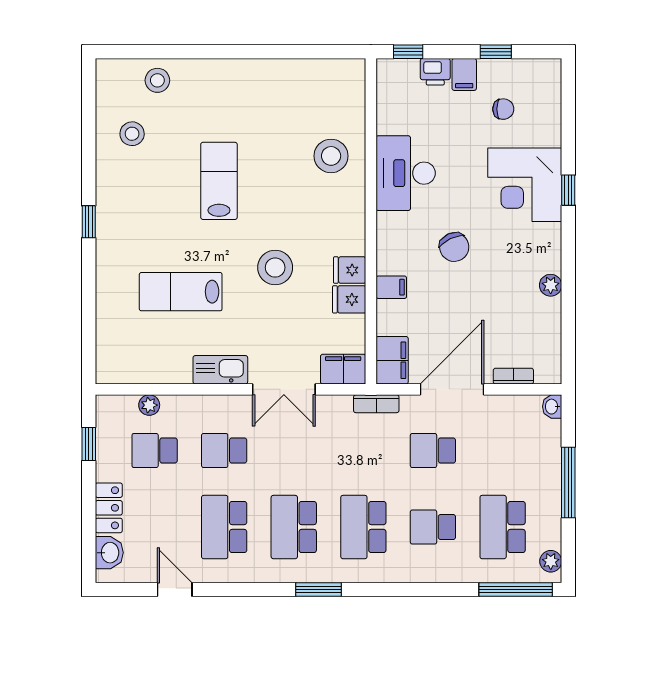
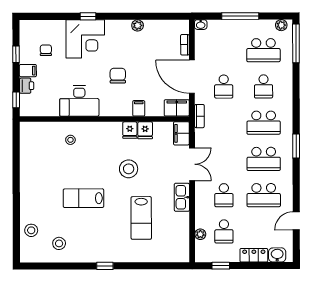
stool: (331, 156) -> (70, 140), width x0.53, depth x0.53
chair: (454, 247) -> (118, 76), turned -65

